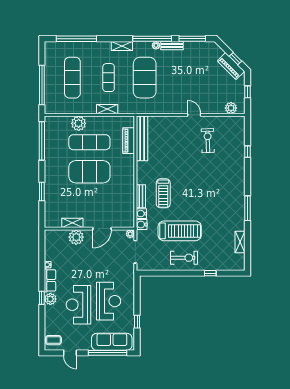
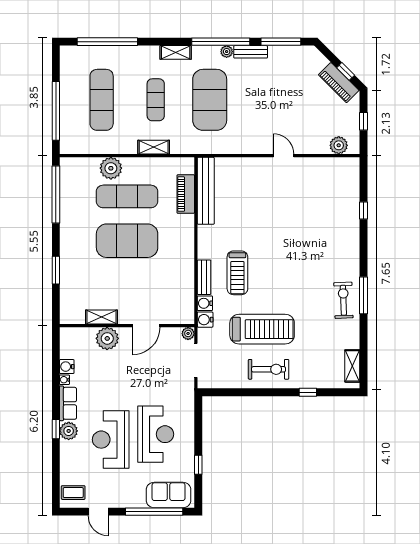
exercise bike: (208, 141) -> (343, 300), moved
shelving: (240, 242) -> (352, 366), moved
water cooler: (49, 256) -> (67, 367), added
sofa: (112, 342) -> (169, 495), width x0.73

